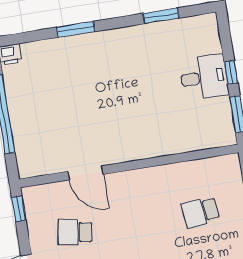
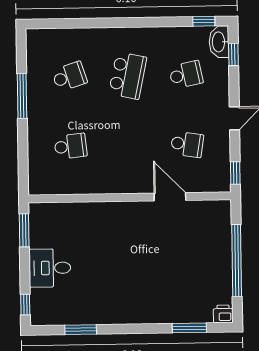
window: (76, 29) -> (189, 328), moved
window: (231, 72) -> (25, 305), moved

